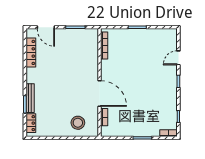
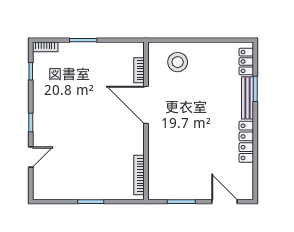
locker: (31, 52) -> (246, 142), moved

